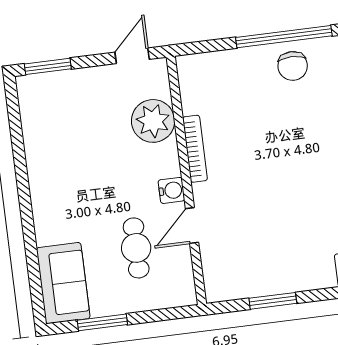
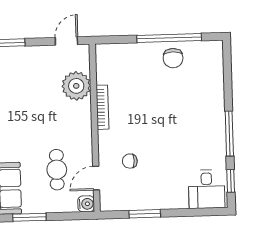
water cooler: (171, 190) -> (86, 204), moved
chair: (243, 225) -> (130, 161), added
door: (192, 226) -> (96, 178), moved

